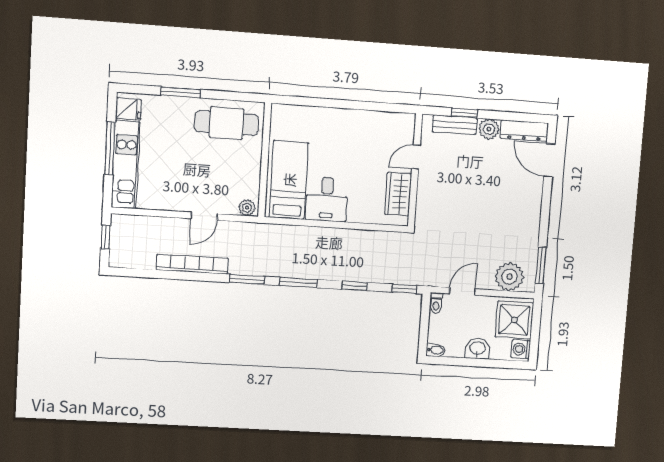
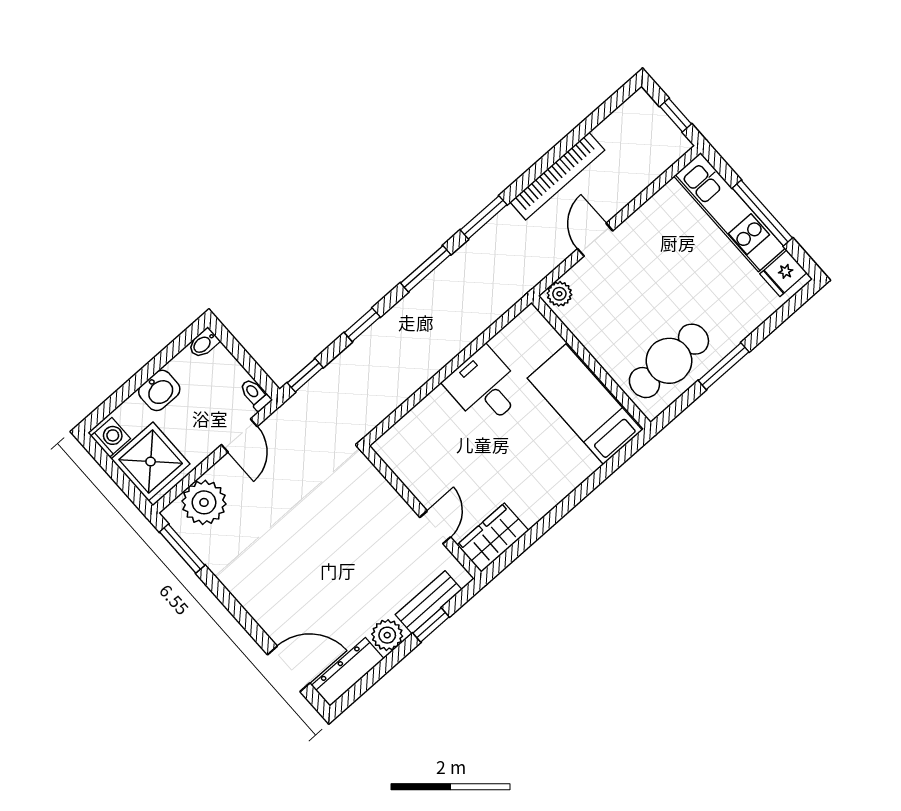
window: (180, 92) -> (724, 366), moved
bed: (289, 180) -> (585, 404), moved, turned 180
wardrobe: (398, 194) -> (493, 538), moved, turned -90

